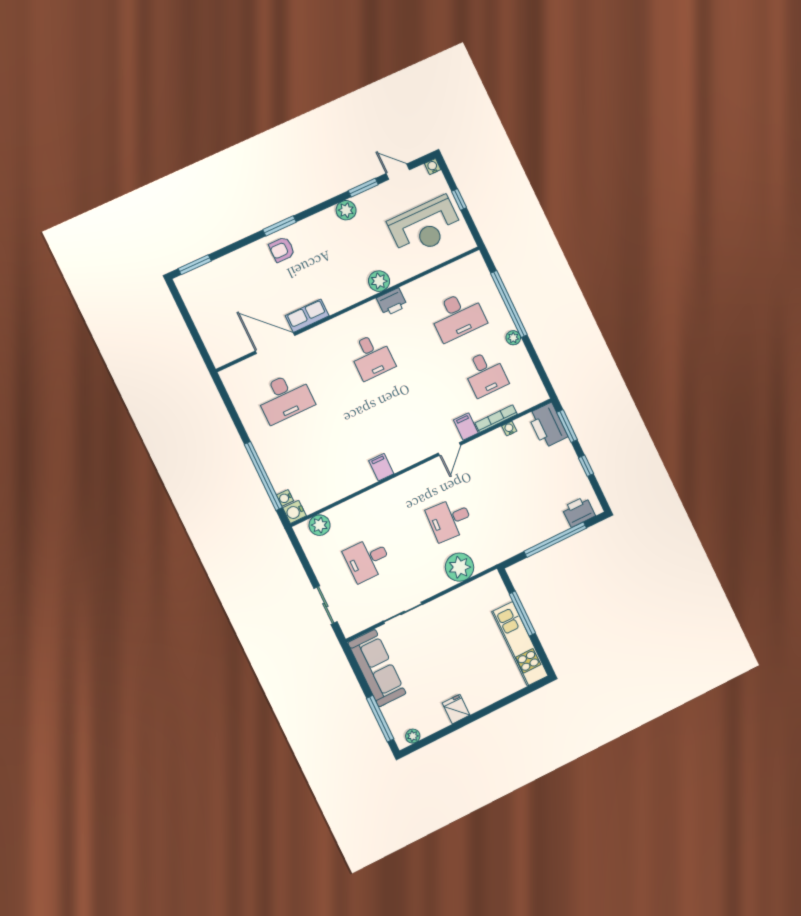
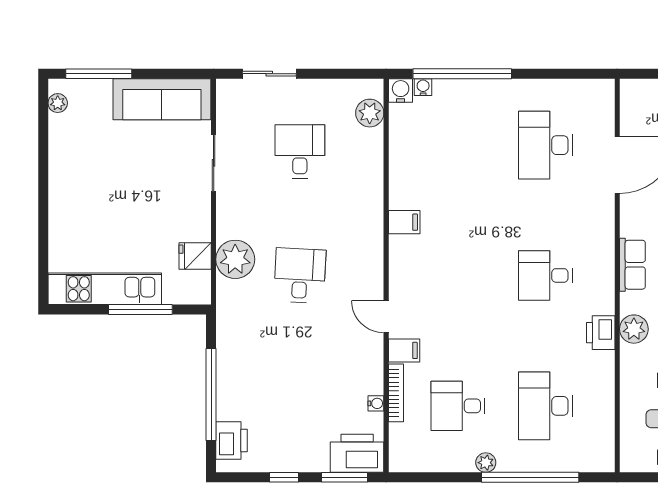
row of seats: (307, 316) -> (632, 265), moved
fridge: (456, 709) -> (195, 256), moved, turned 180

